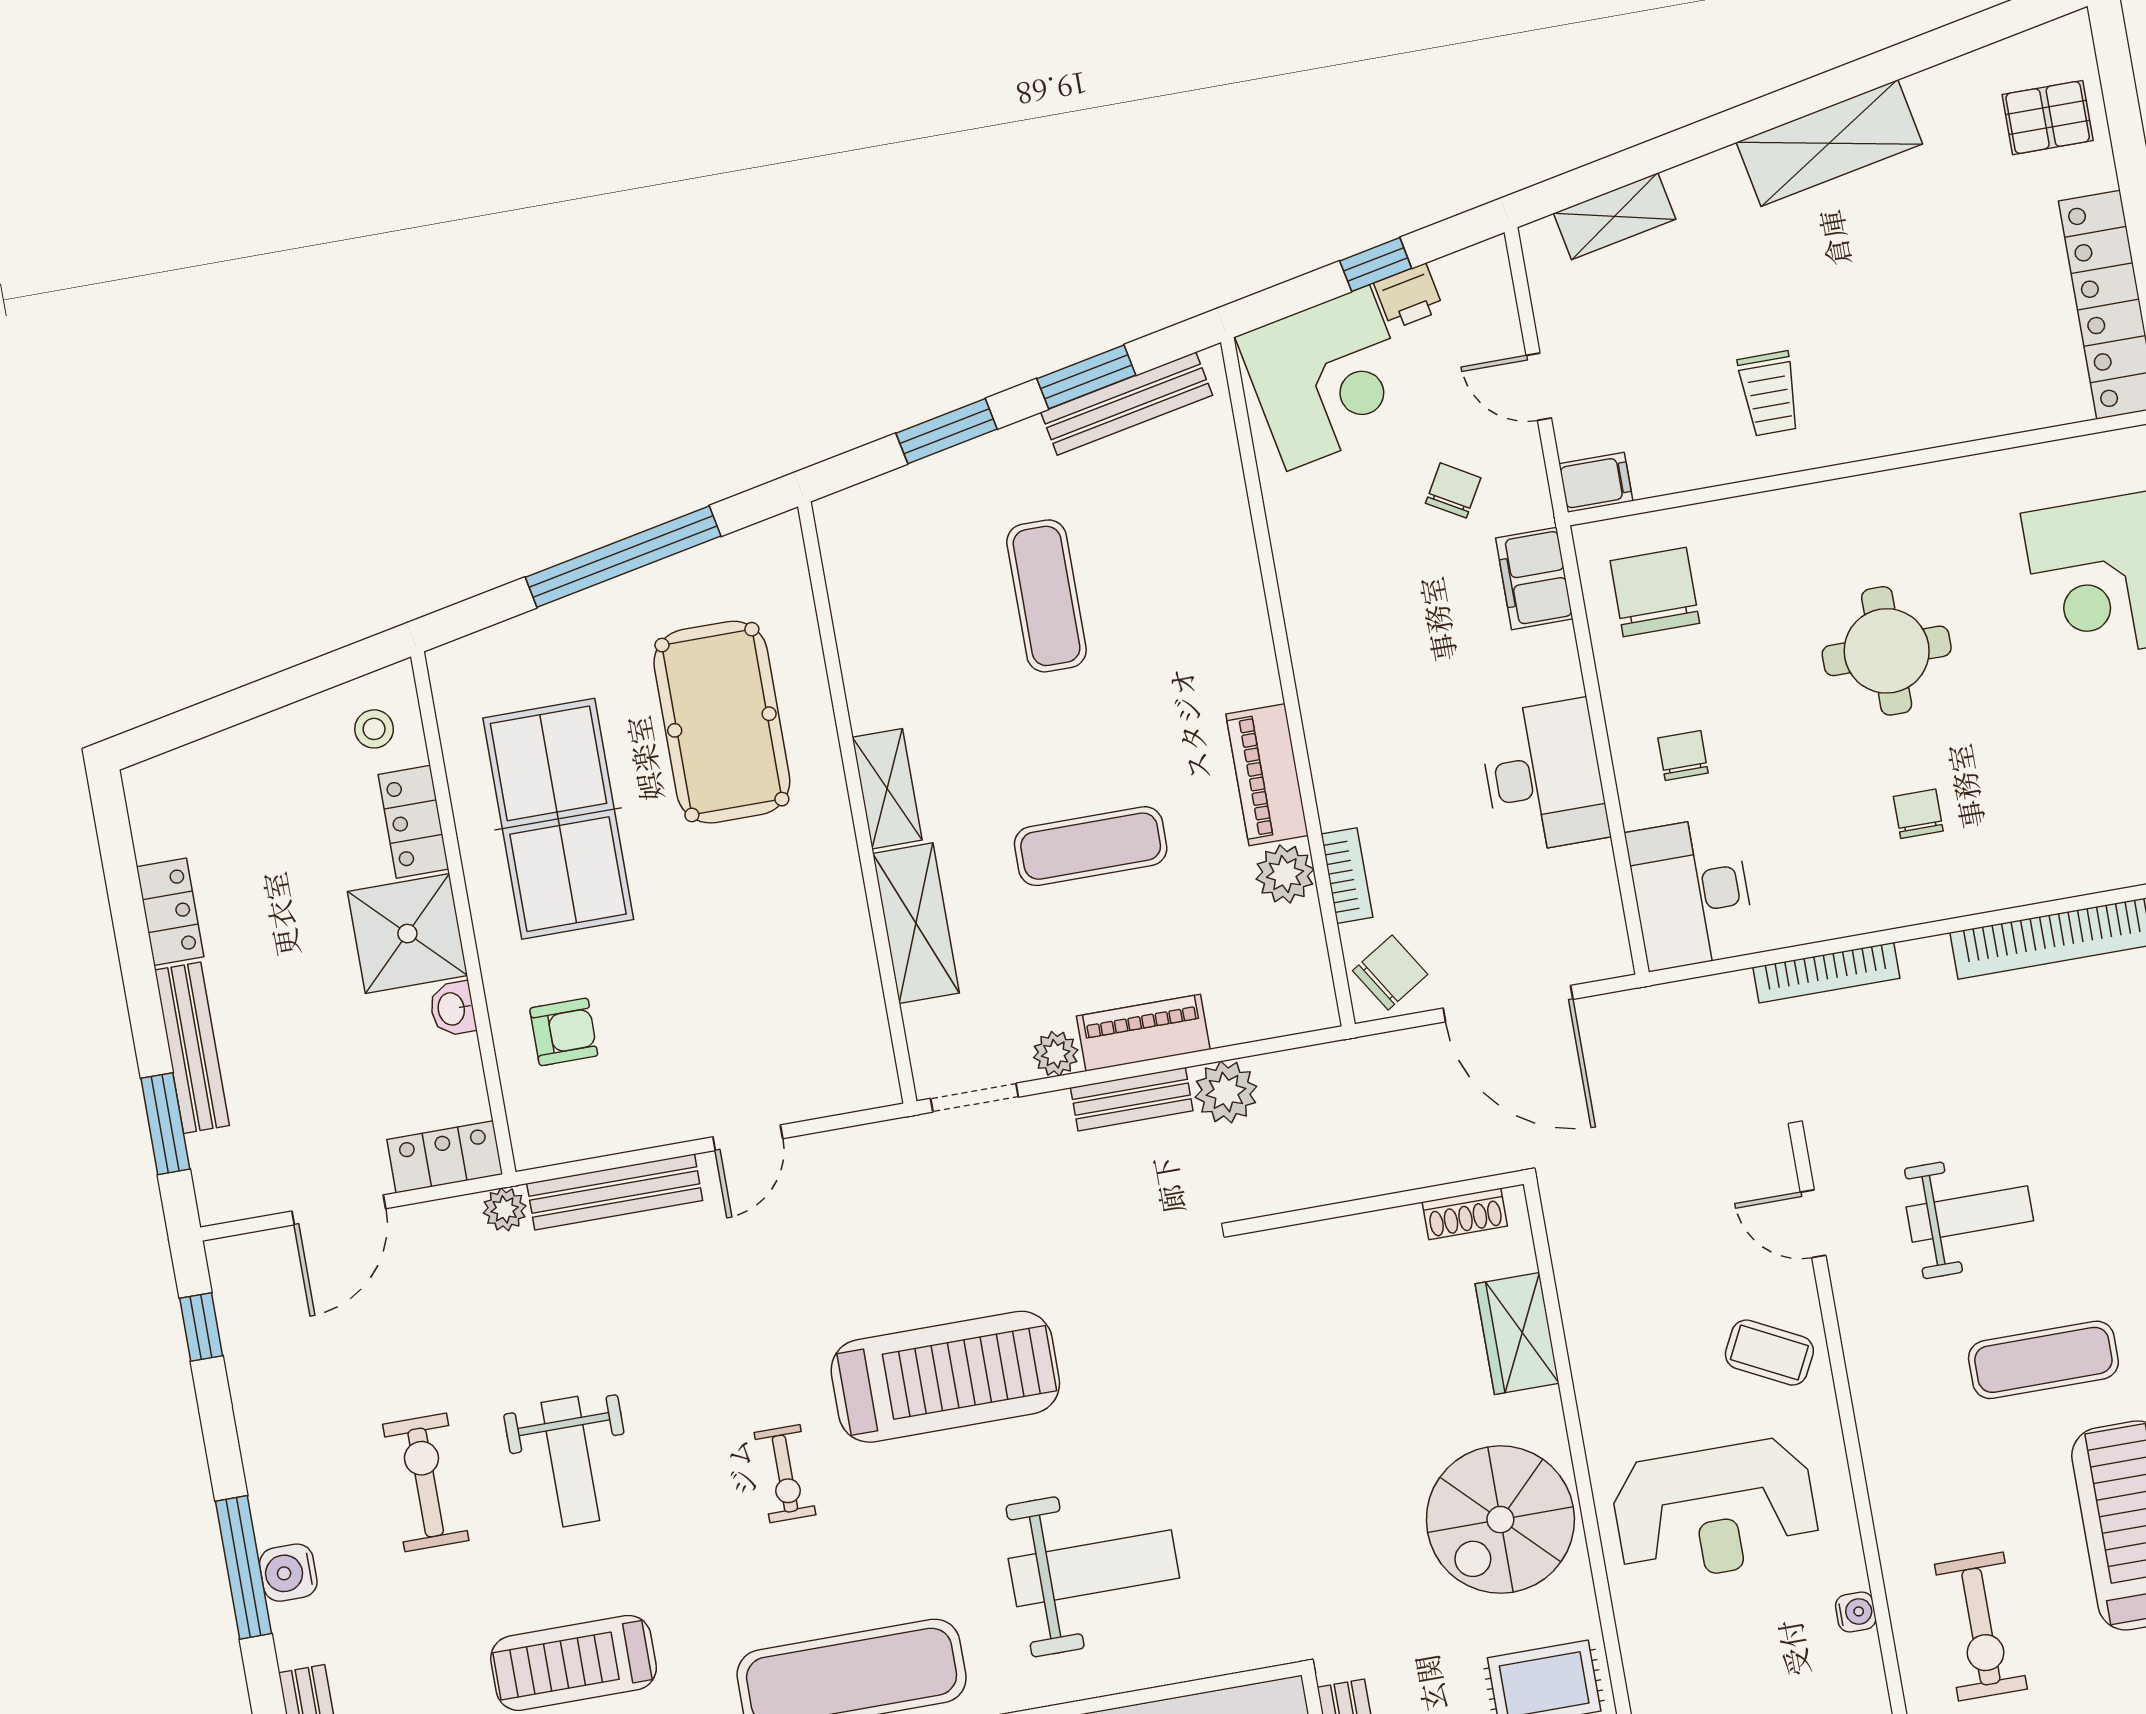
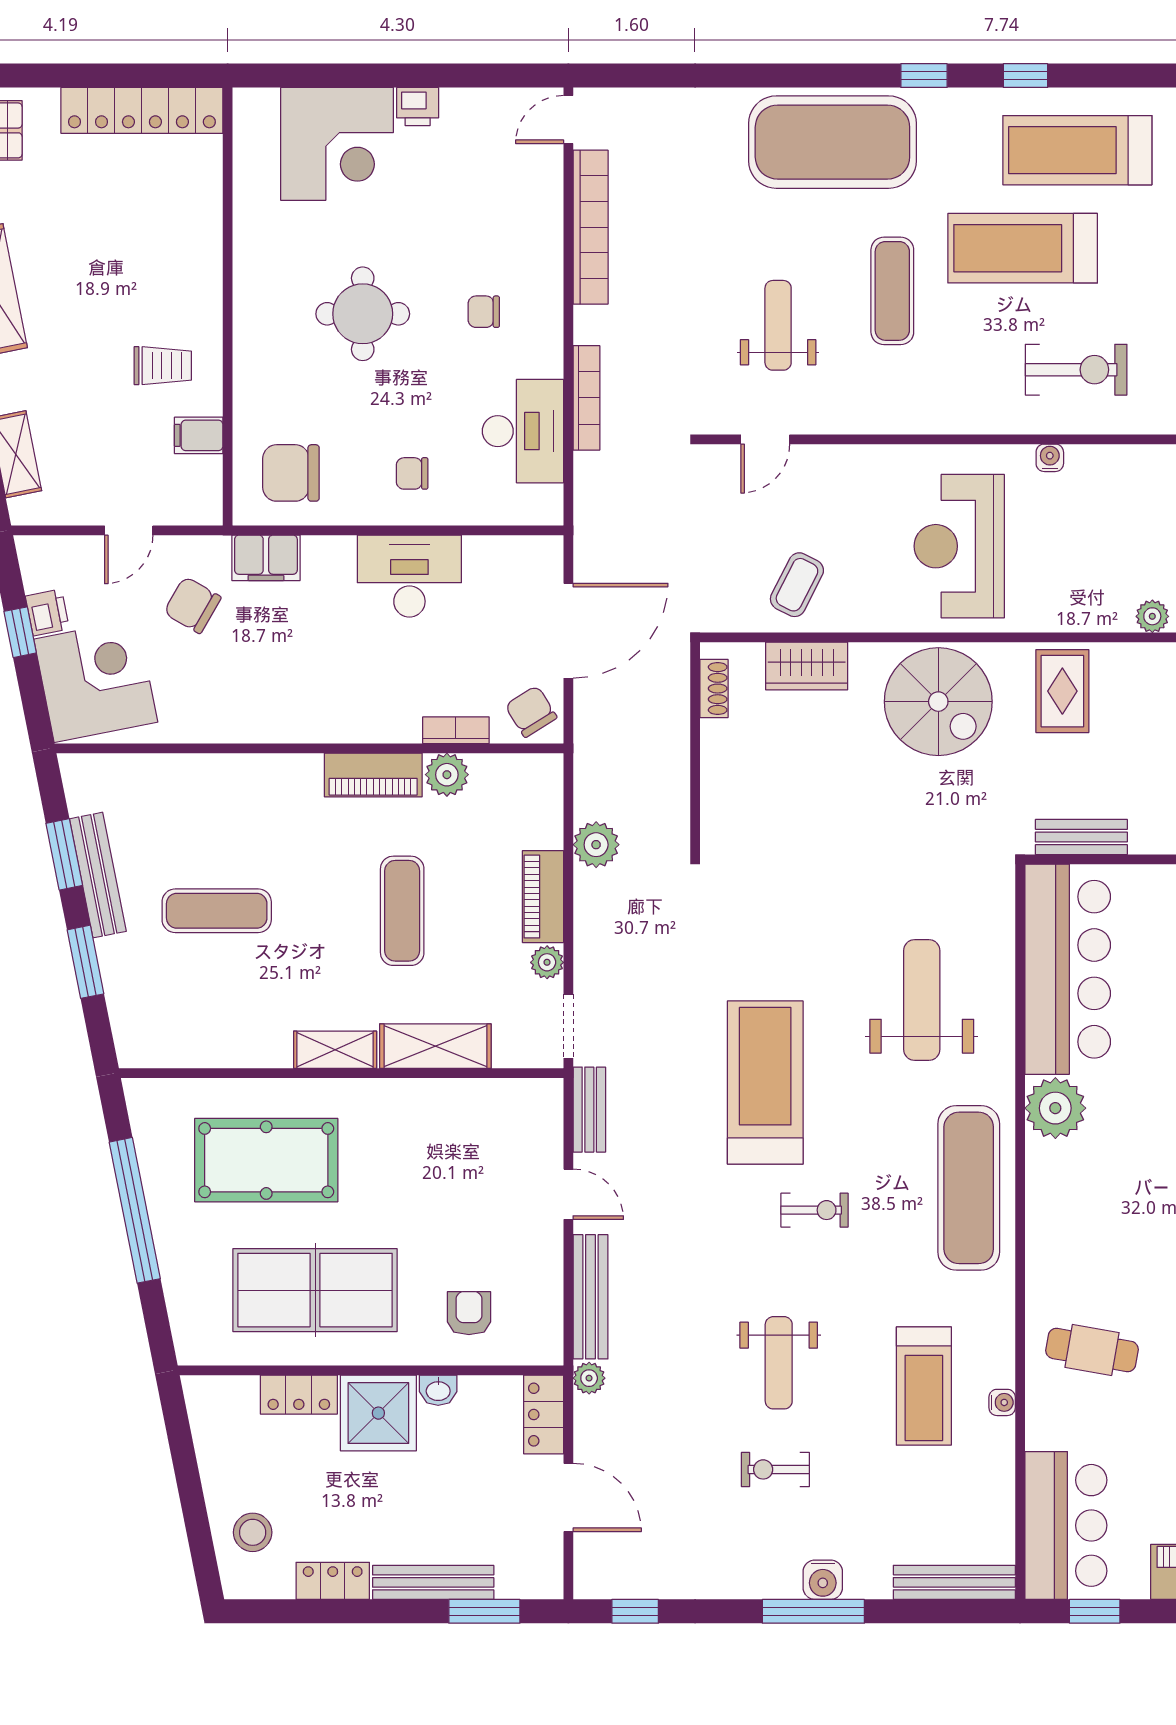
bench: (1127, 404) -> (98, 875), moved
filing cabinet: (1596, 482) -> (199, 435), moved, turned -90
chair: (1453, 490) -> (192, 605), width x1.37, depth x1.37
stool: (374, 729) -> (253, 1532), moved, width x1.37, depth x1.37
desk: (1691, 893) -> (523, 431), moved, turned -90
bench: (1132, 1099) -> (589, 1110), moved
coffee table: (1769, 1353) -> (797, 585), moved
weight bench: (570, 1462) -> (779, 1363), turned 90
exercise bike: (426, 1482) -> (775, 1469), width x0.73, depth x0.72
reception desk: (1715, 1511) -> (959, 546), turned 180

